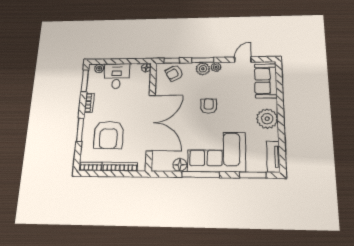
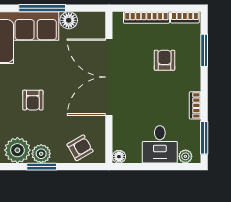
window: (172, 61) -> (84, 167), removed
plant: (216, 67) -> (17, 150), width x1.88, depth x1.88
window: (80, 130) -> (204, 50), moved
armchair: (109, 135) -> (165, 60), width x0.53, depth x0.53

